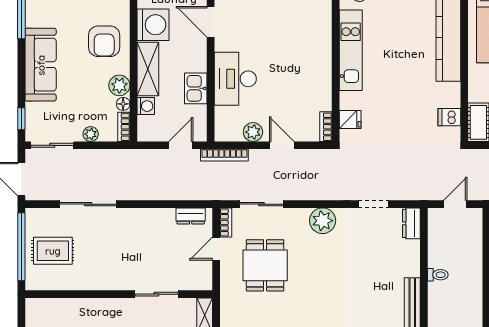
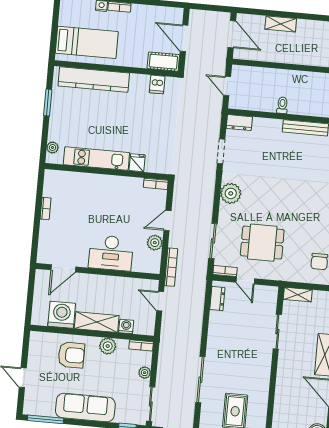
kitchen sink: (196, 88) -> (116, 285), removed
floor lamp: (123, 104) -> (123, 344), removed
fridge: (350, 119) -> (137, 163), moved

